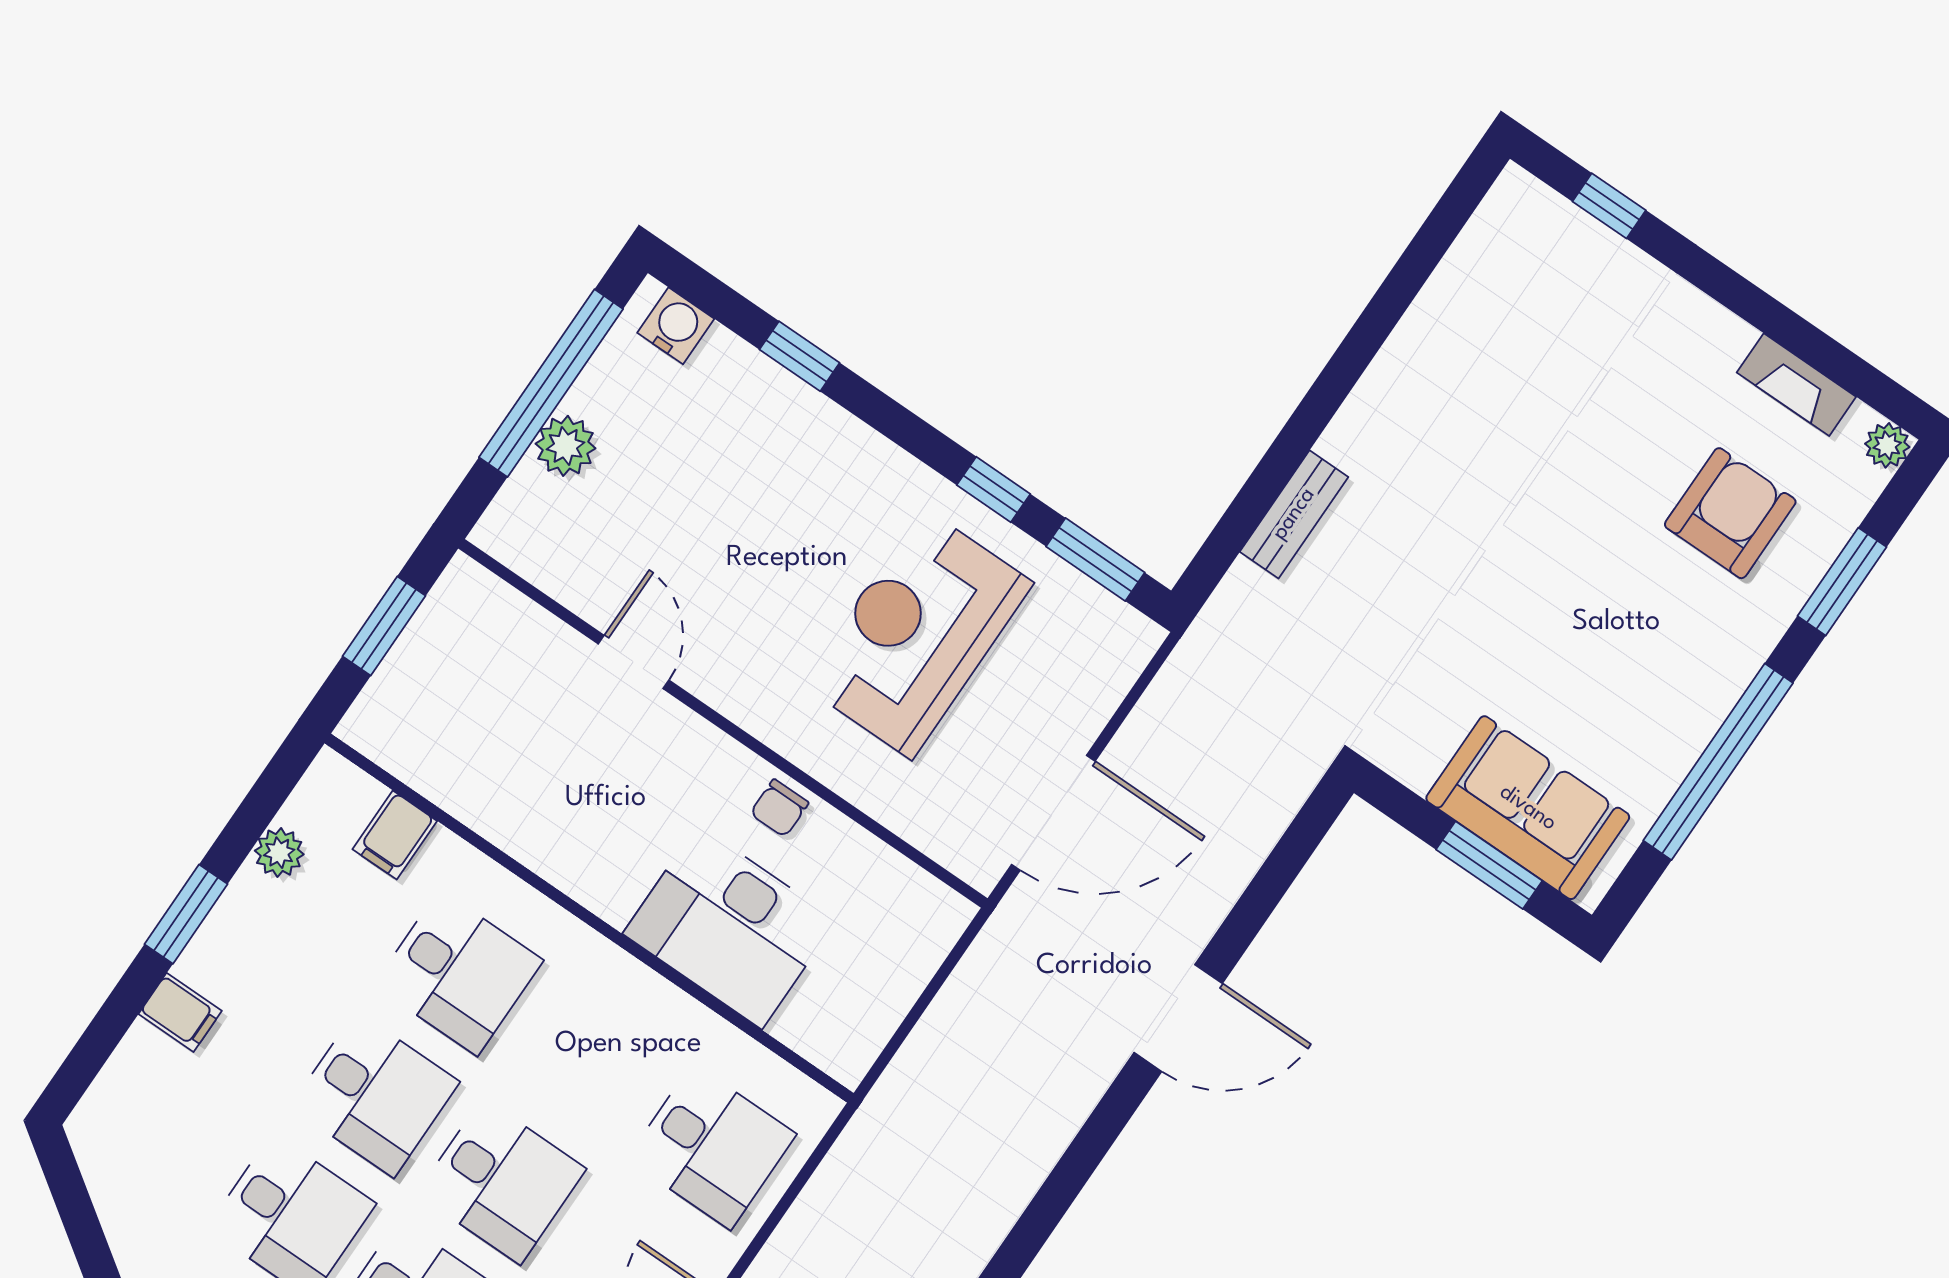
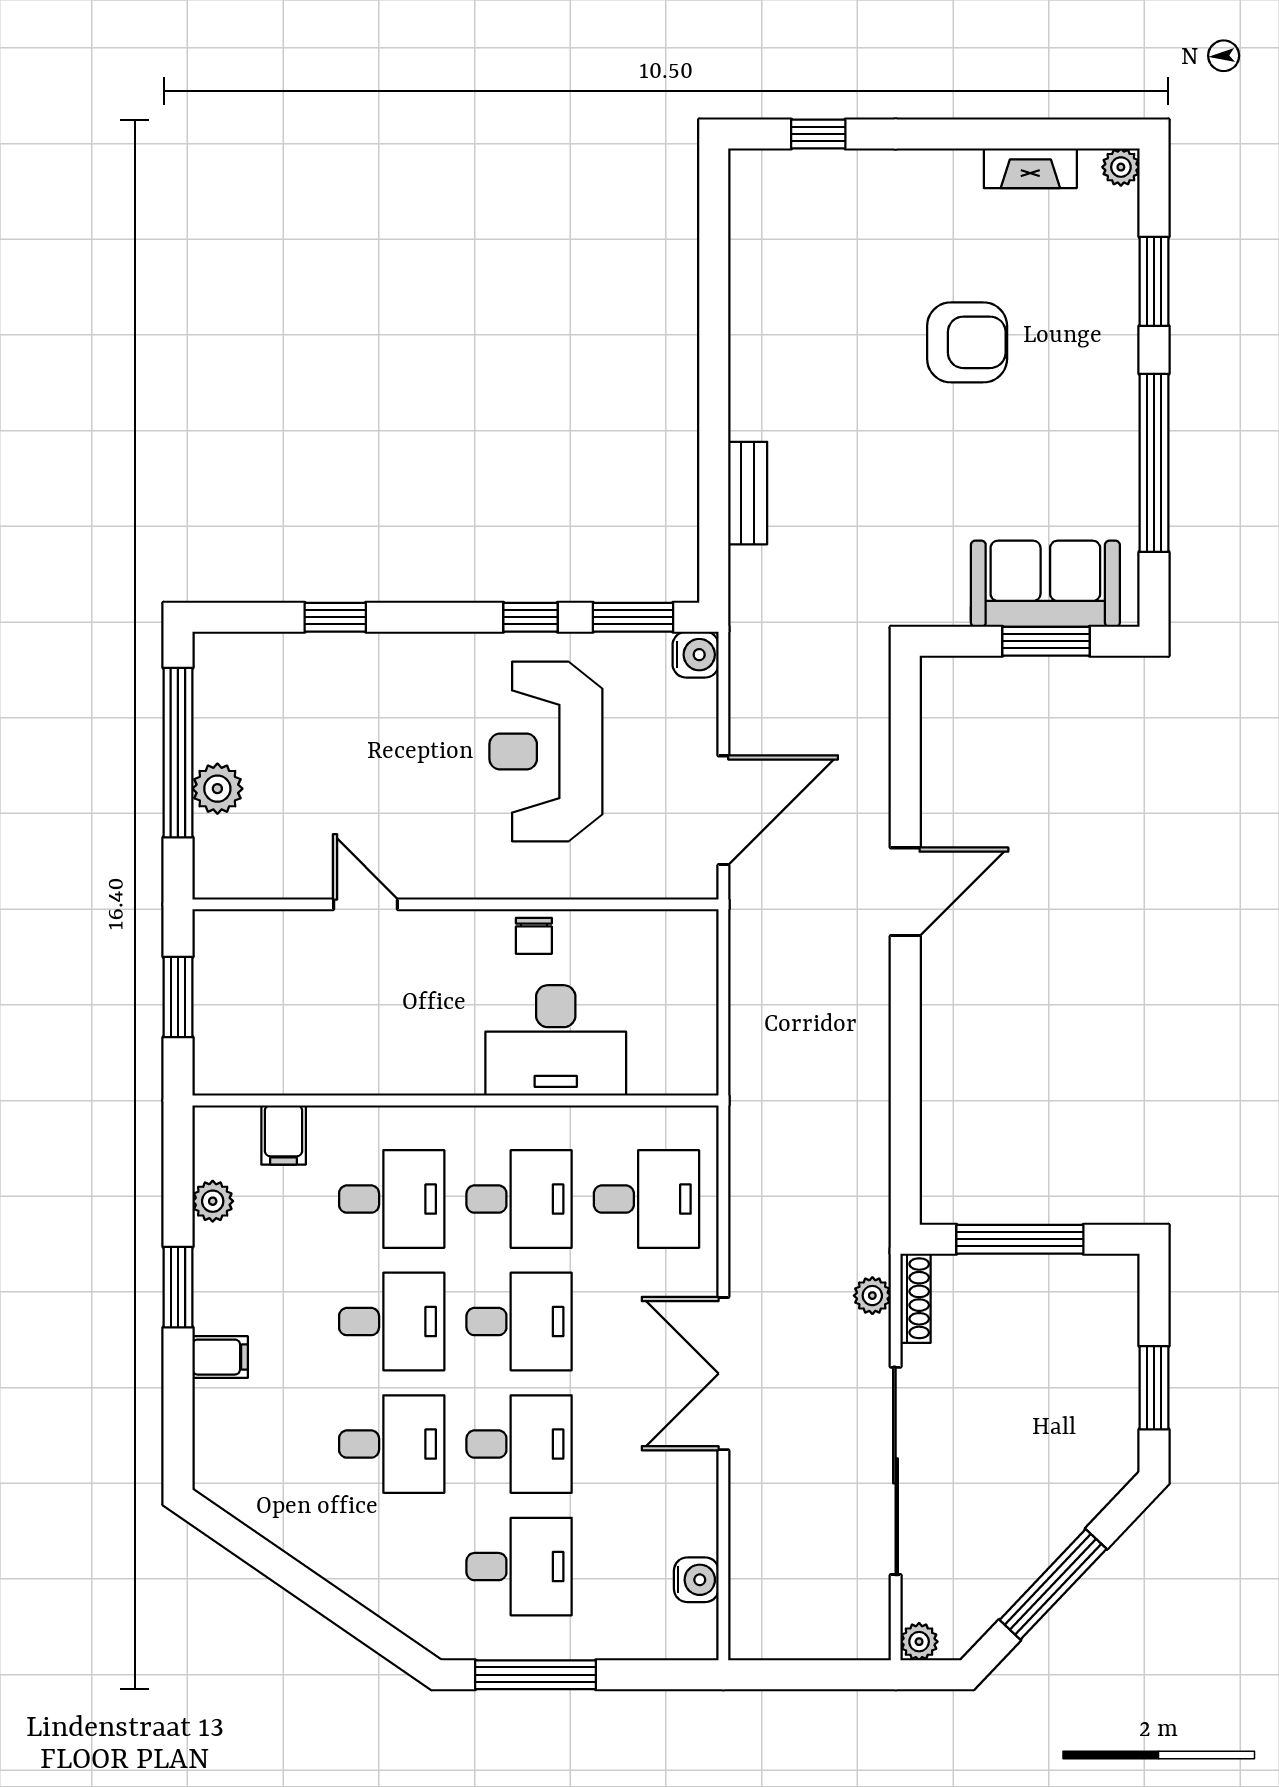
water cooler: (676, 326) -> (696, 655), moved, turned 90
armchair: (1730, 513) -> (967, 342), moved, turned 90
desk: (585, 1060) -> (519, 1199), added

